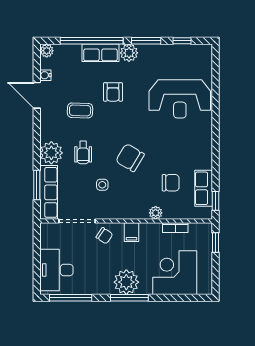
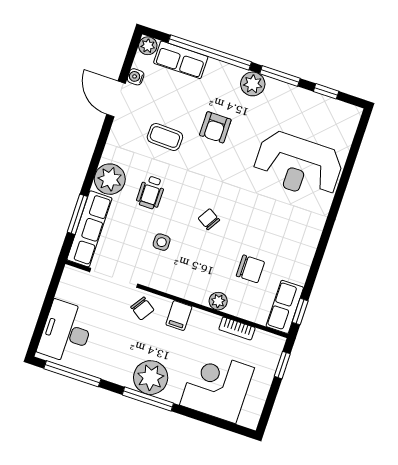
row of seats: (100, 53) -> (181, 60), moved
chair: (130, 158) -> (209, 219), width x0.54, depth x0.54
row of seats: (204, 188) -> (285, 307), moved

